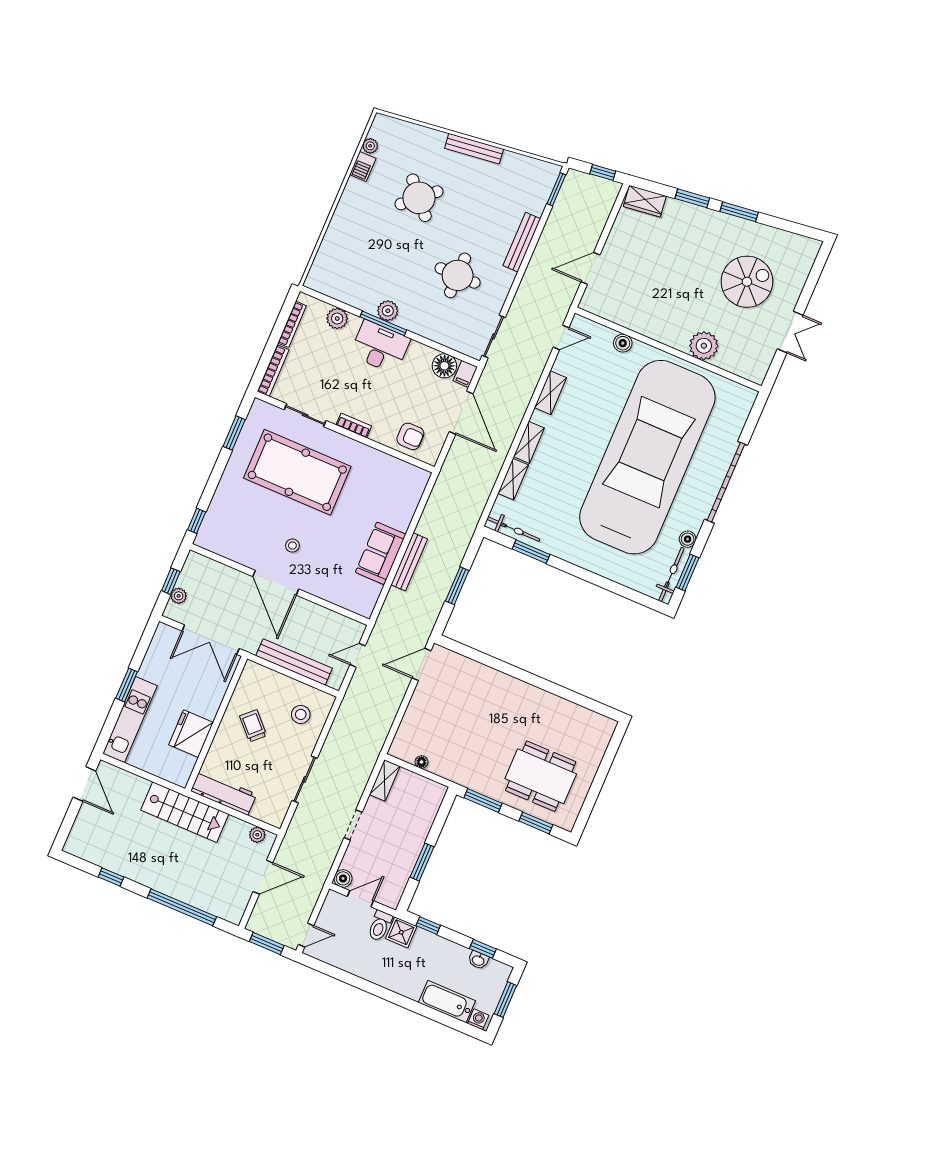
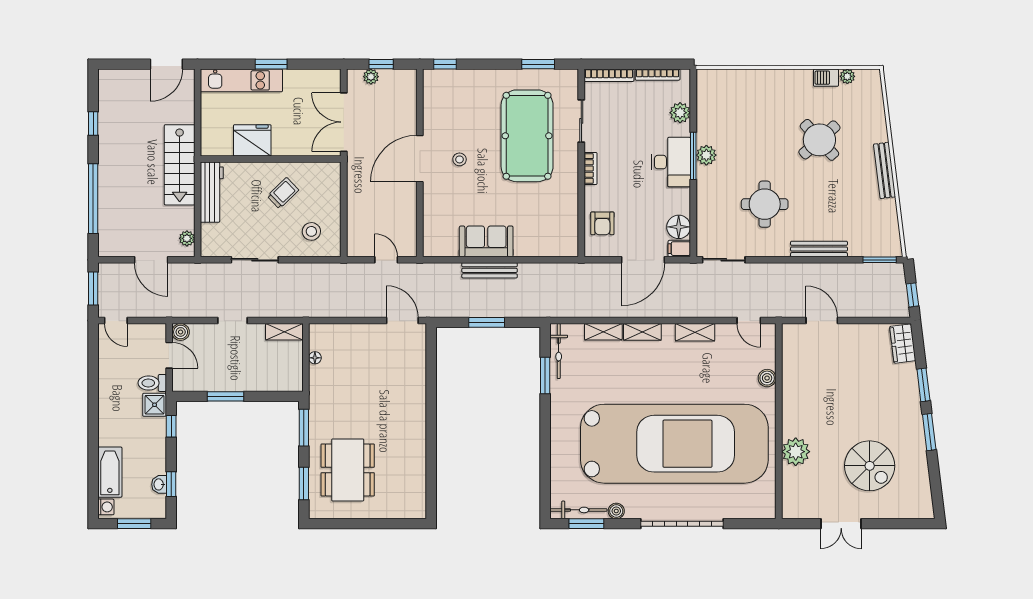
bench: (294, 662) -> (356, 205), removed

